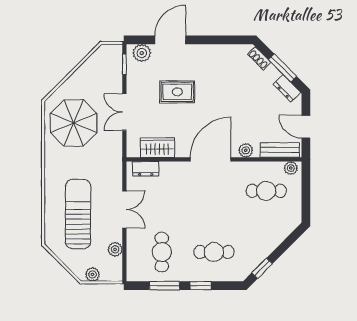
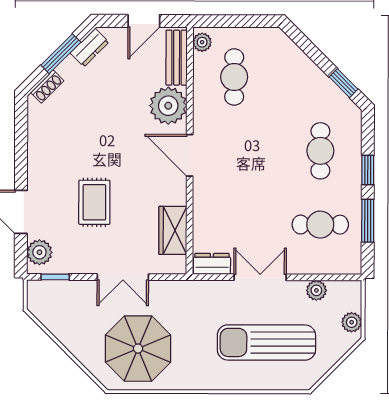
plant: (246, 150) -> (168, 106), width x1.88, depth x1.88
door: (211, 159) -> (190, 155), width x0.73
dresser: (146, 169) -> (212, 264), moved, turned -90

